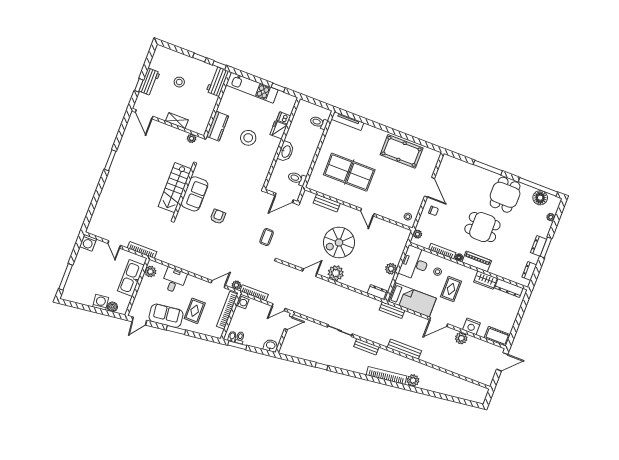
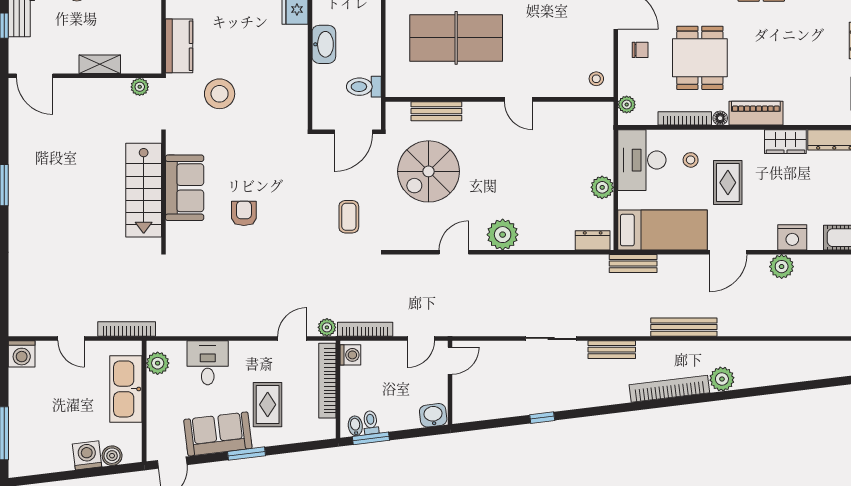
stool: (248, 138) -> (220, 94), moved
dining table: (482, 227) -> (700, 58), moved, turned 90
spiral stairs: (339, 243) -> (429, 171), moved

